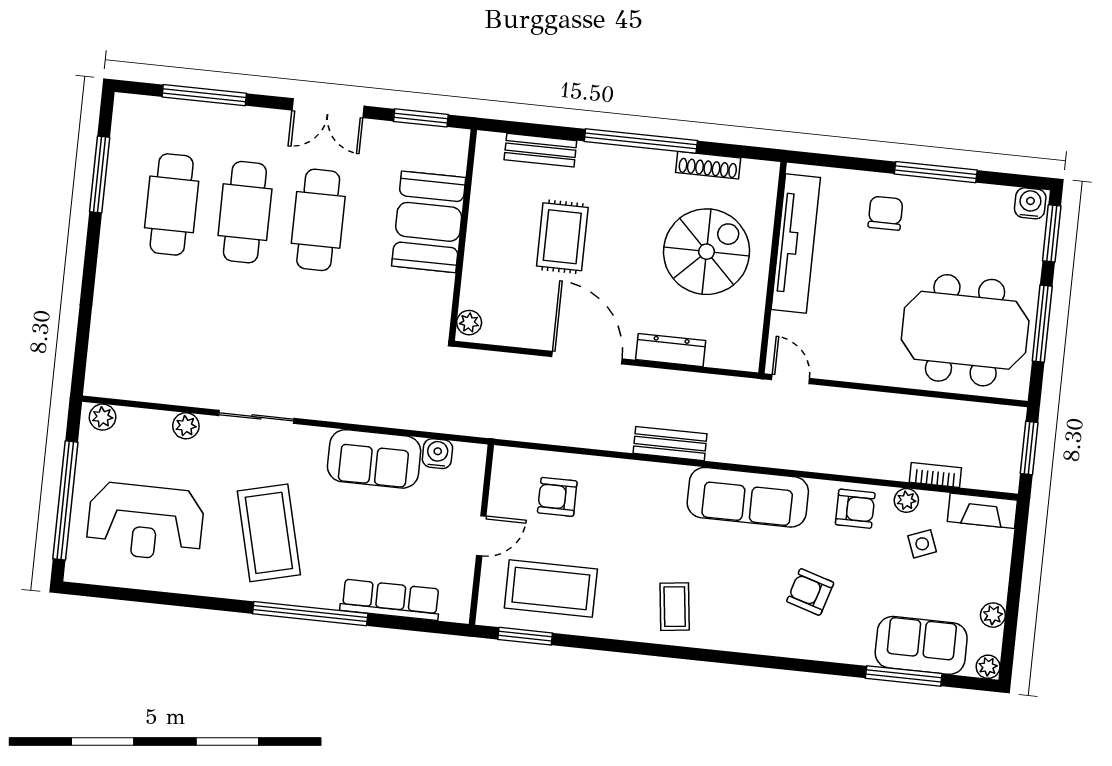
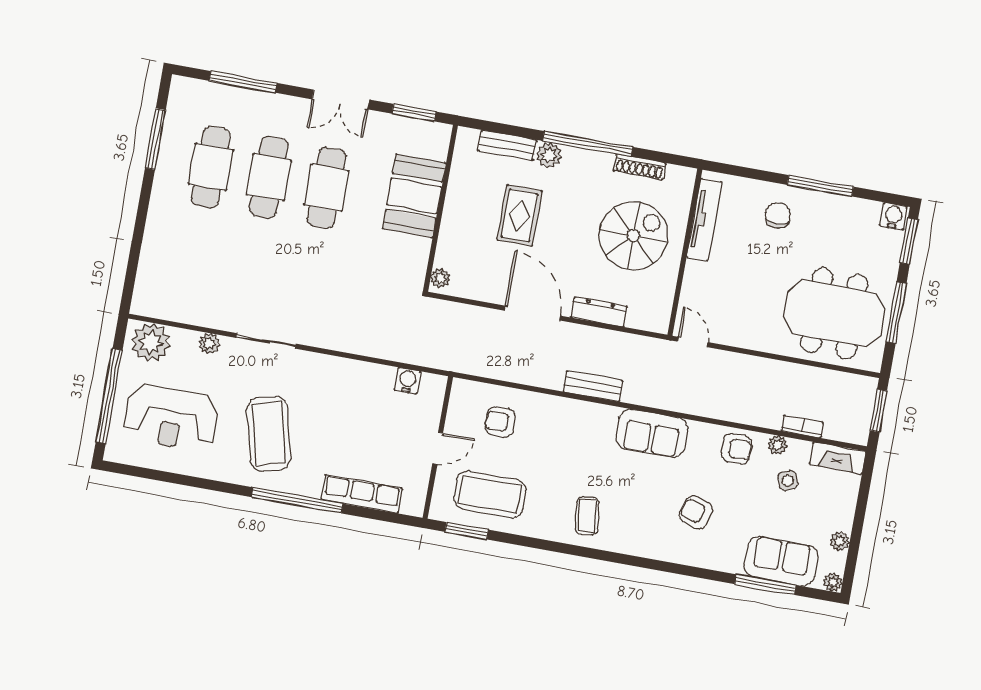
plant: (593, 159) -> (549, 155), added
tv unit: (796, 244) -> (704, 220), width x0.73, depth x0.78
plant: (103, 417) -> (151, 343), width x1.88, depth x1.88
sofa: (374, 459) -> (357, 381), removed
sofa: (748, 497) -> (652, 433), width x0.73

